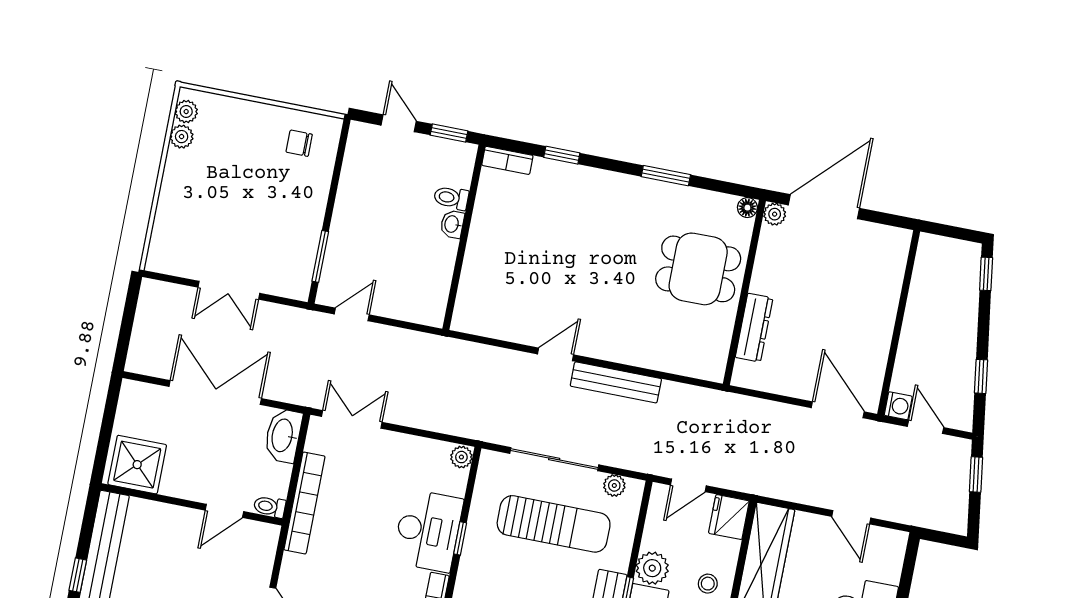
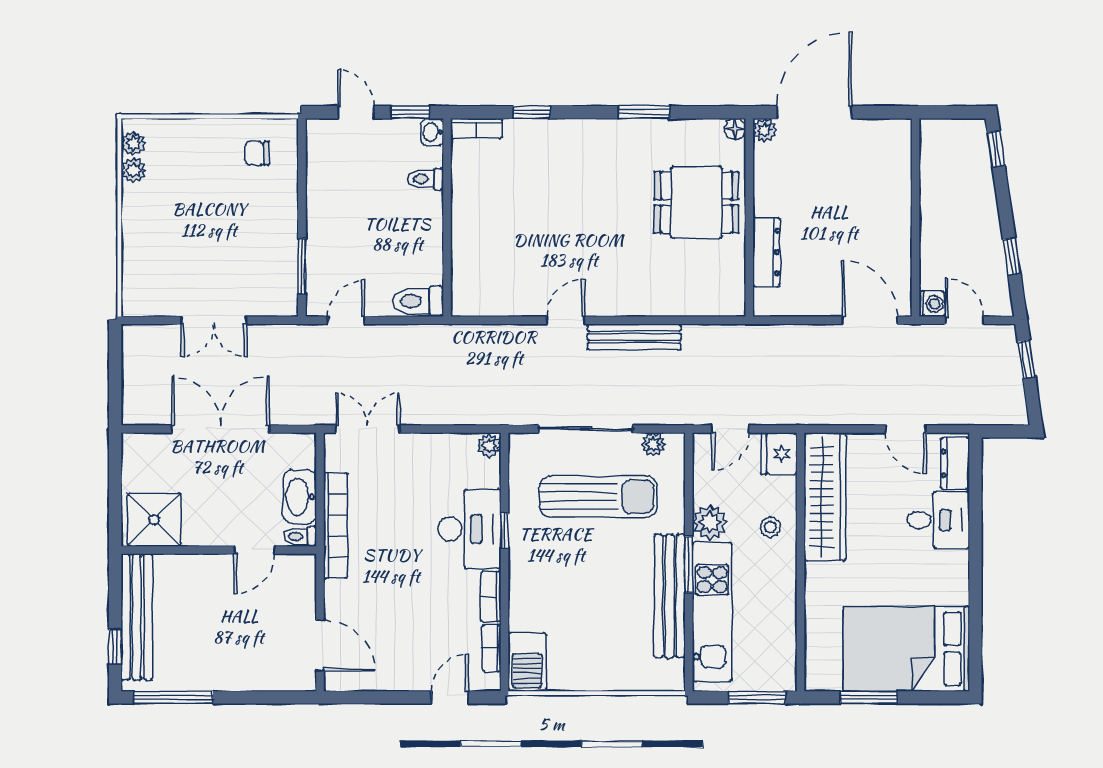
washbasin: (452, 224) -> (432, 132), moved
toilet: (422, 310) -> (418, 301), added
washbasin: (283, 436) -> (300, 497), moved
dresser: (890, 558) -> (955, 463), added

